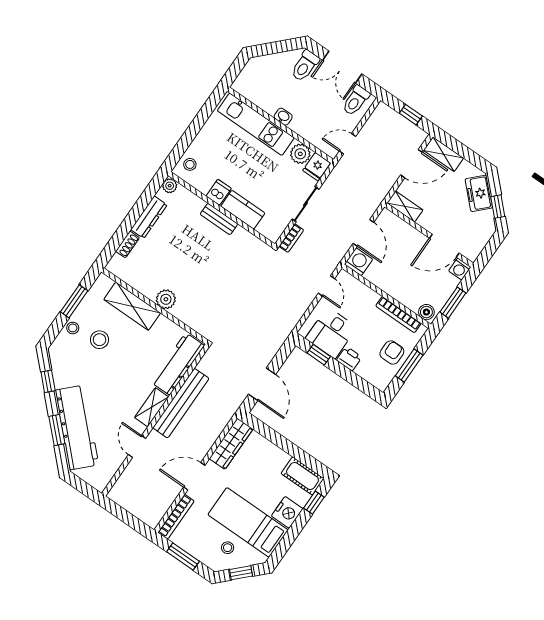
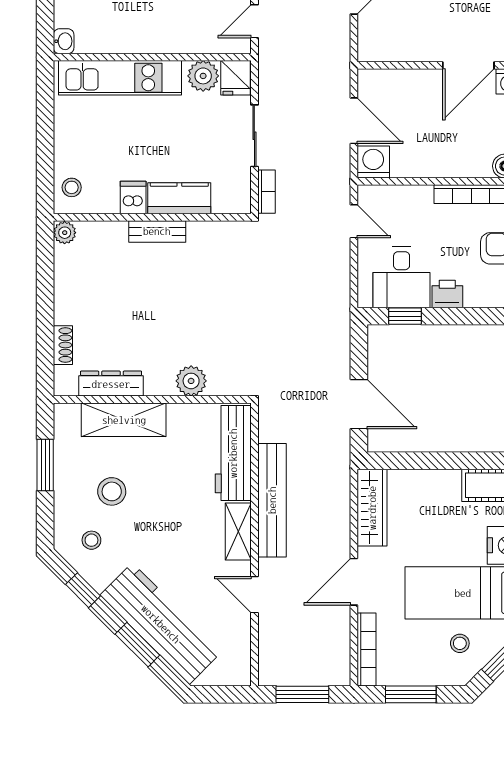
washbasin: (283, 117) -> (64, 41), moved, turned 90
shelving: (405, 206) -> (383, 50), removed
dresser: (149, 217) -> (111, 384), moved, turned -90
plant: (166, 299) -> (191, 381), moved
stool: (73, 328) -> (91, 540), moved
window: (126, 517) -> (302, 694), added

